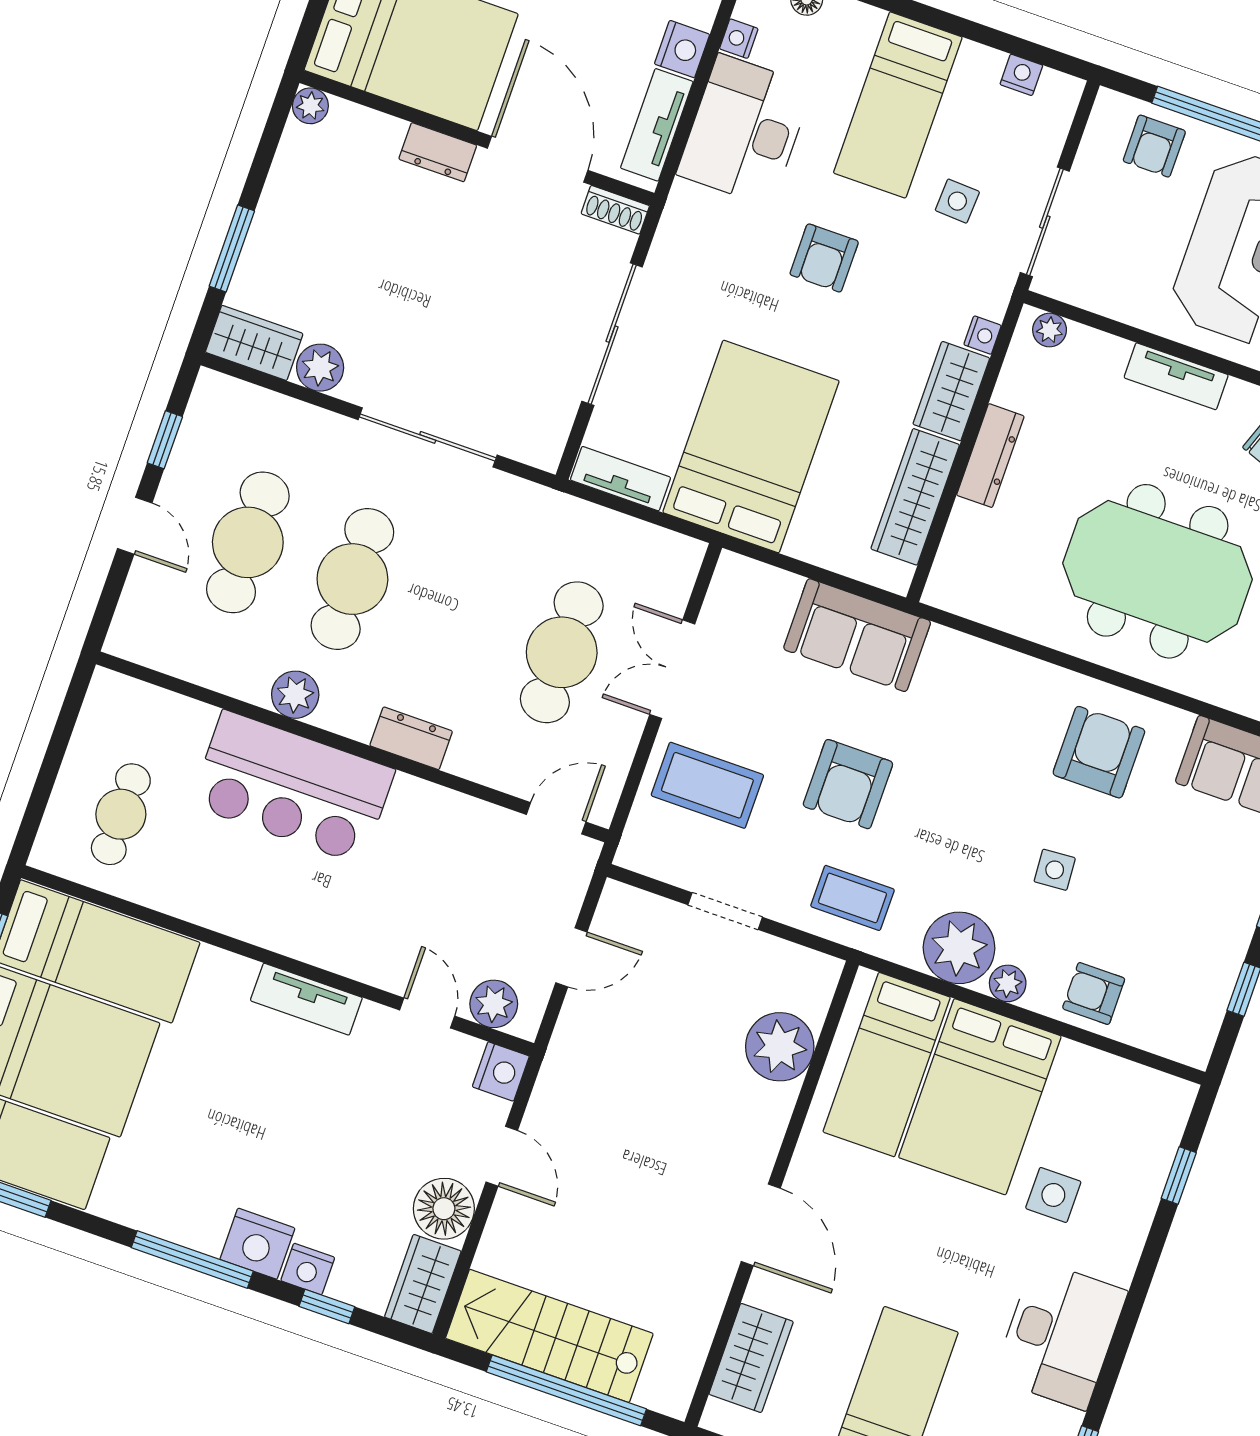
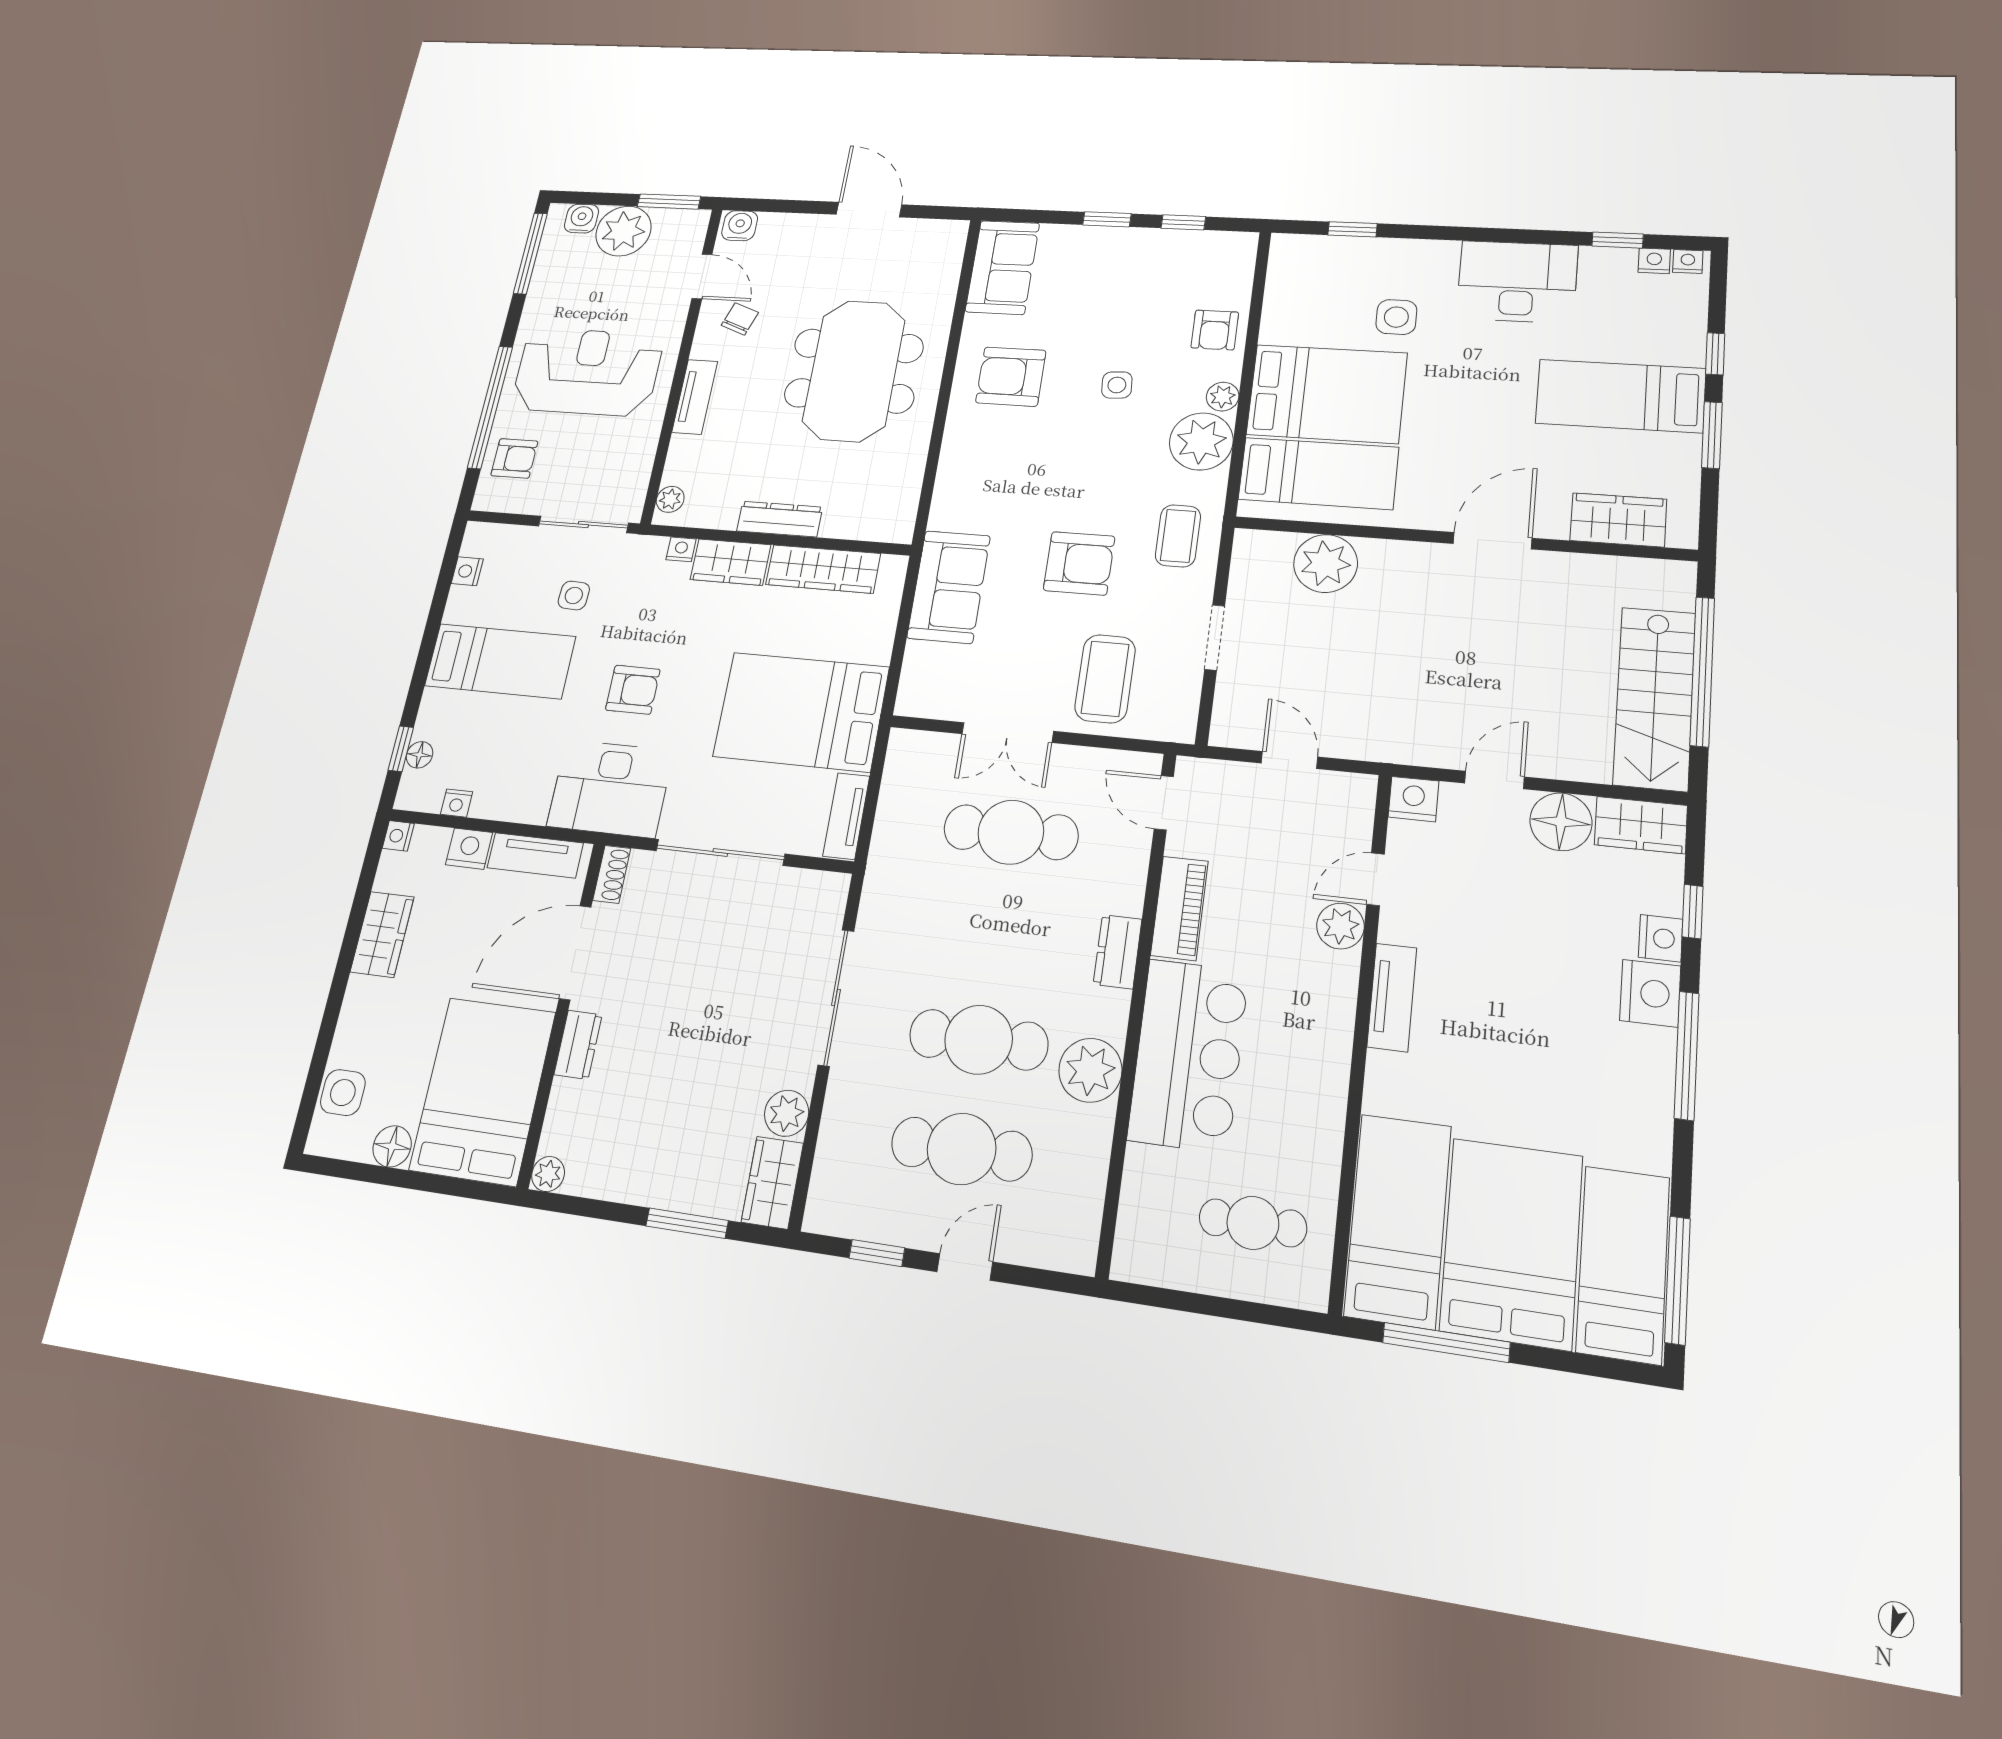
desk: (745, 130) -> (610, 789), moved
plant: (295, 695) -> (1090, 1070), width x1.36, depth x1.36
piano: (442, 810) -> (1179, 908), added
plant: (494, 1004) -> (1340, 926), moved

